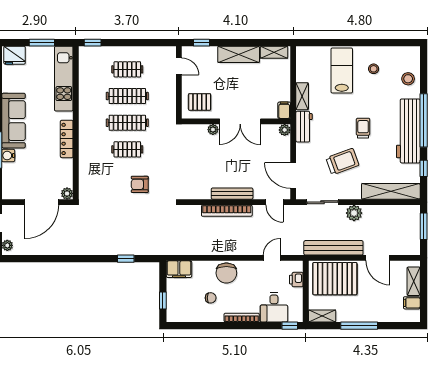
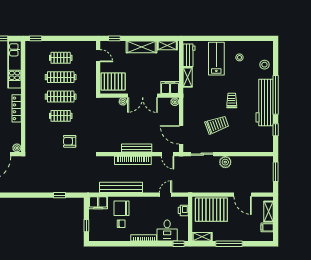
pallet: (200, 102) -> (113, 81), width x1.50, depth x1.42
filing cabinet: (284, 110) -> (170, 87), width x2.00
workbench: (304, 127) -> (189, 55), moved
shelving: (391, 191) -> (252, 146), removed
bench: (333, 248) -> (121, 187), moved
chair: (226, 273) -> (122, 208), moved, turned 90

